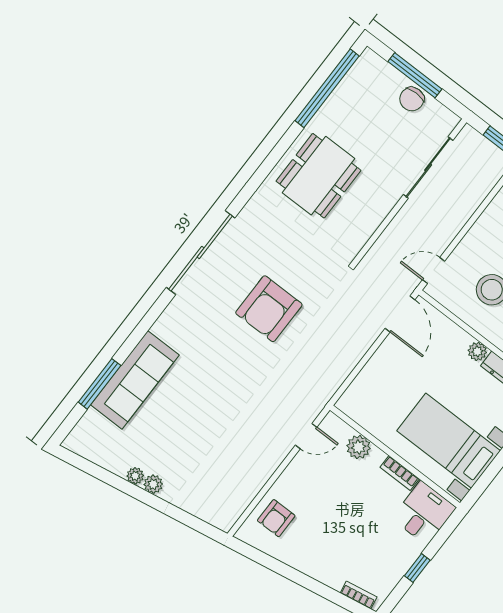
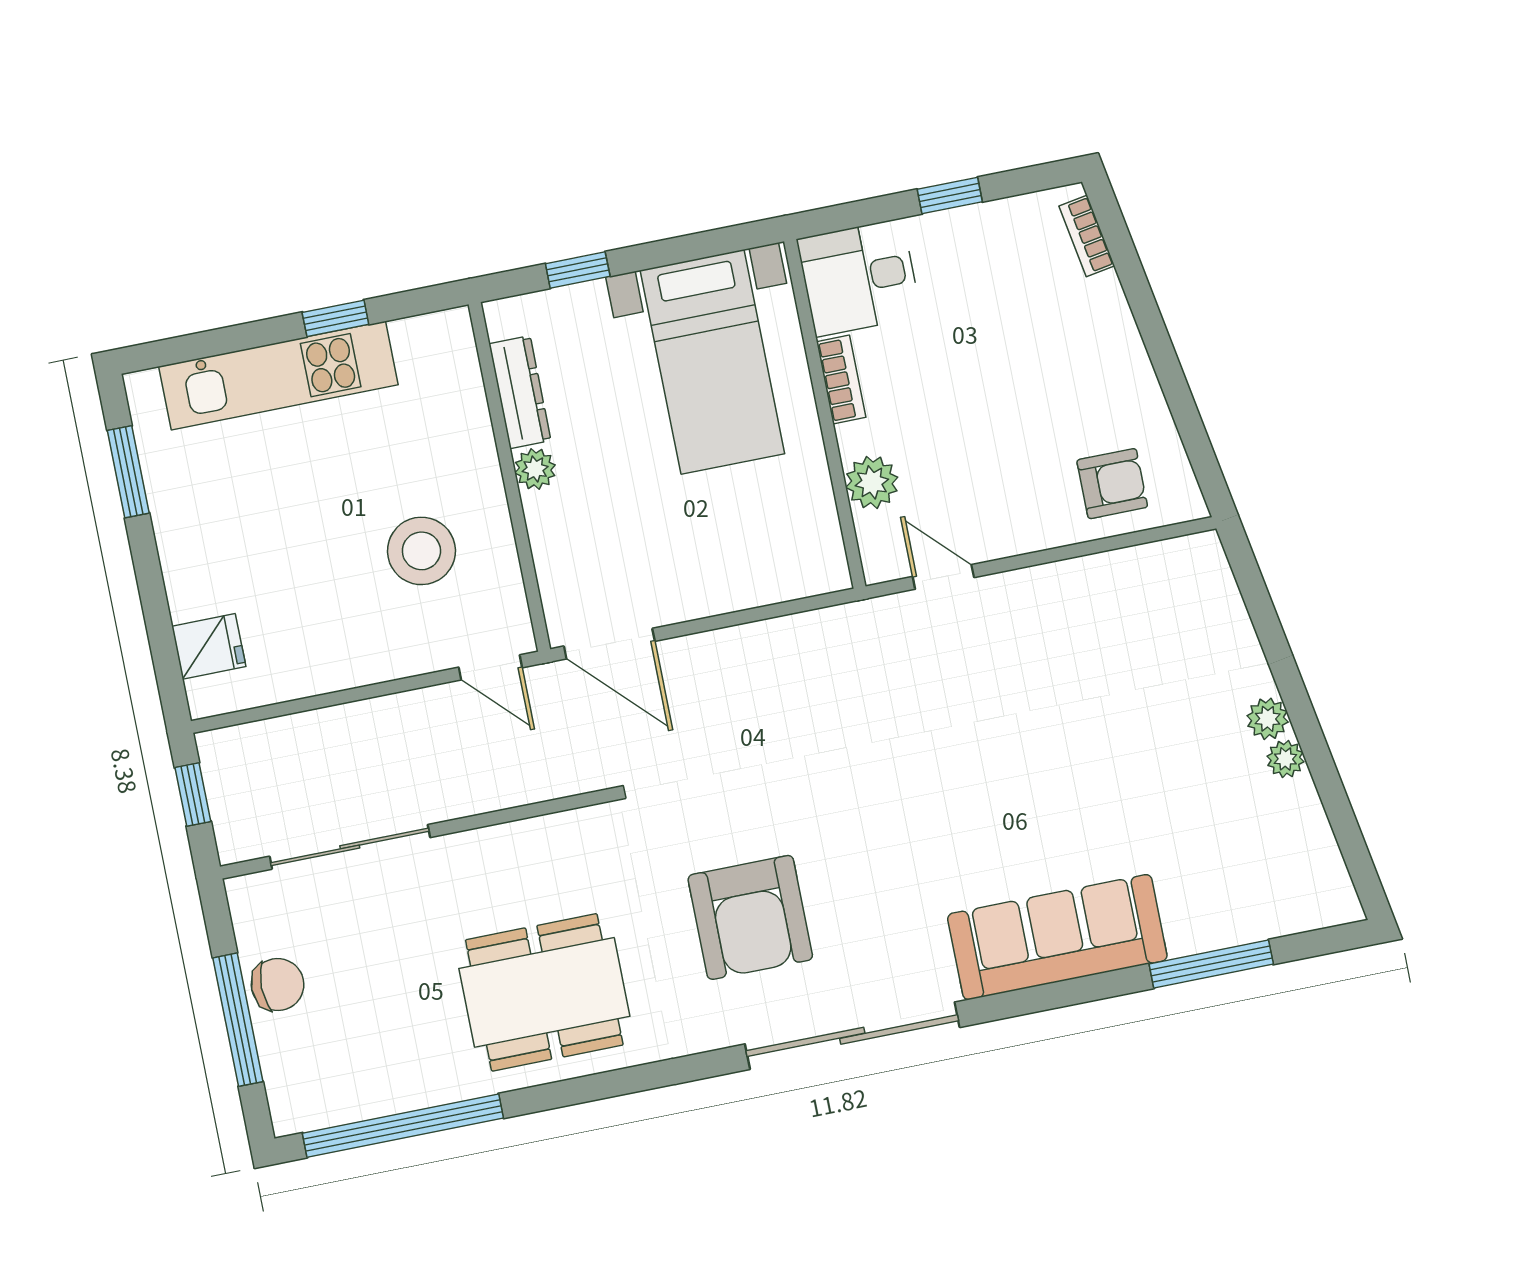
armchair: (269, 309) -> (750, 917), moved, turned 90
door: (400, 314) -> (609, 644), swing flipped
sofa: (135, 380) -> (1057, 937), moved

